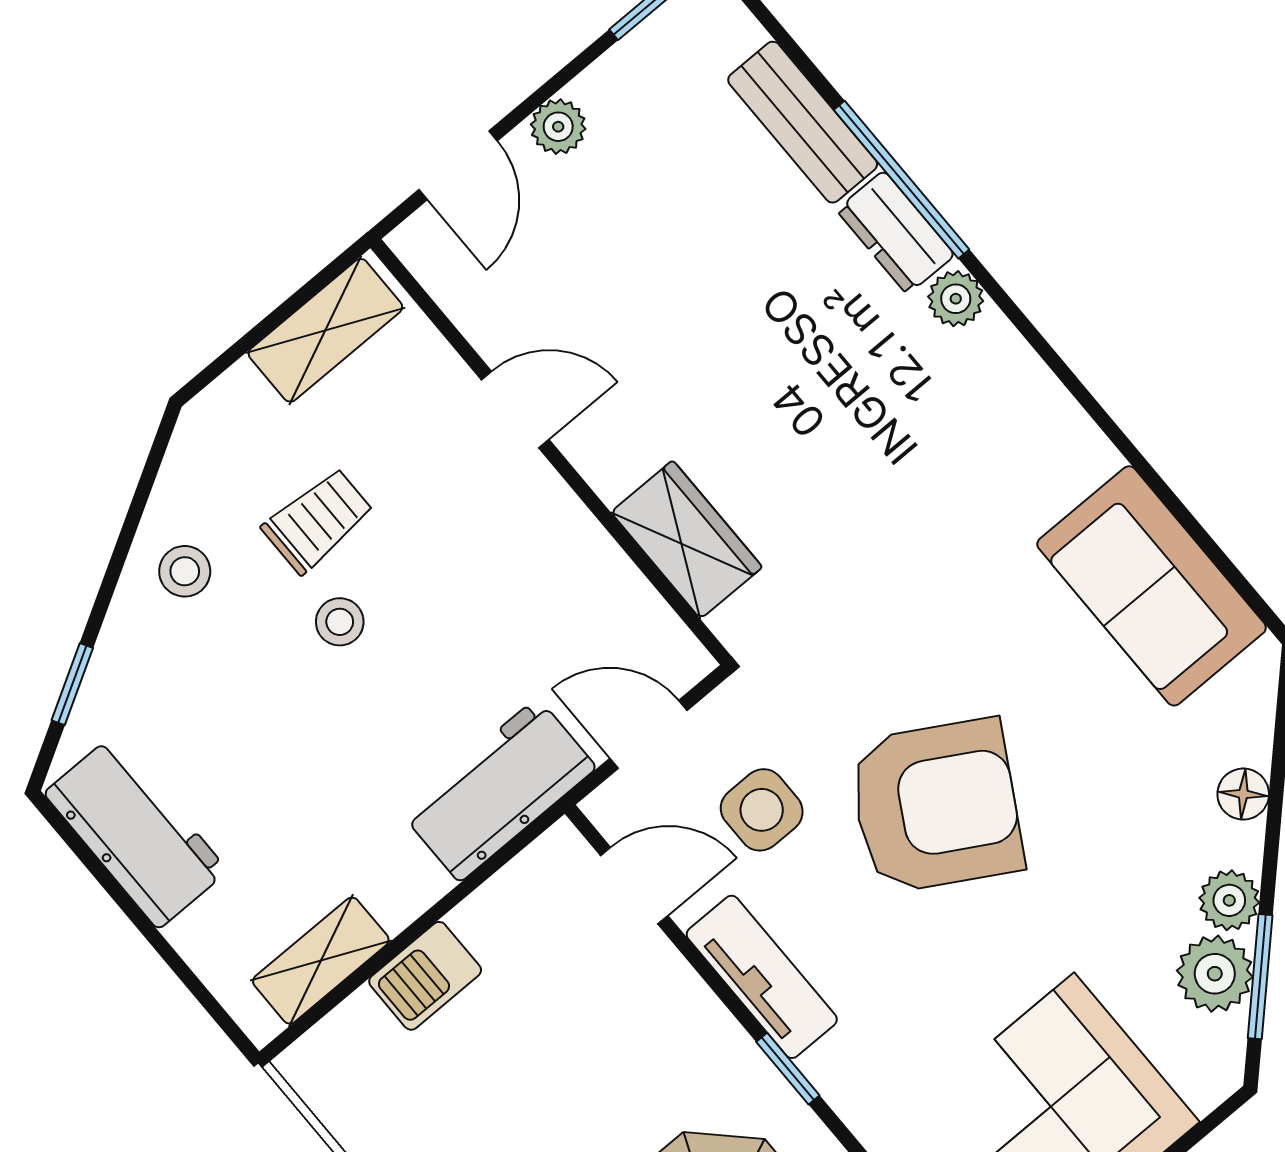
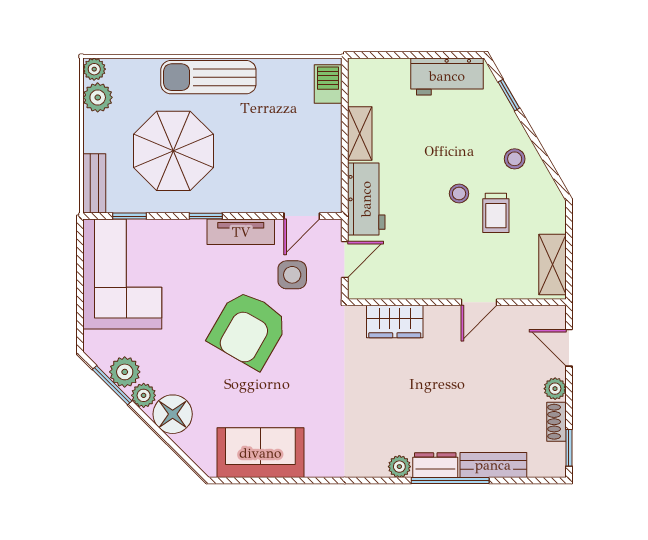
shoe rack: (619, 71) -> (557, 422), added
floor lamp: (1243, 794) -> (173, 414), width x1.89, depth x1.89
shelving: (321, 961) -> (360, 134), moved
barbecue: (425, 976) -> (328, 84), moved

